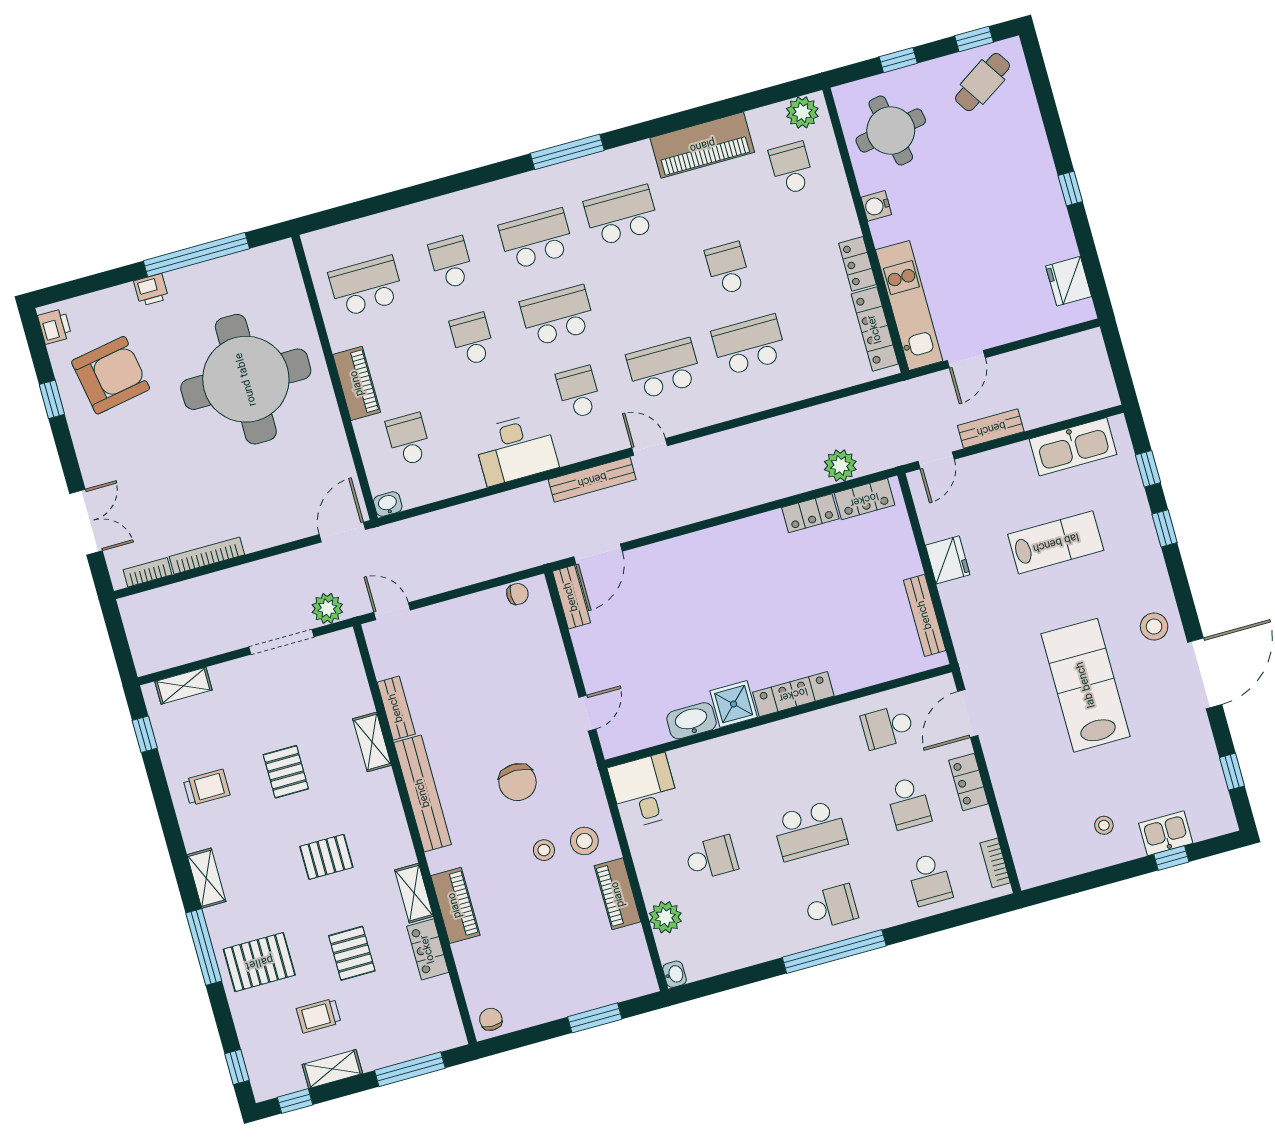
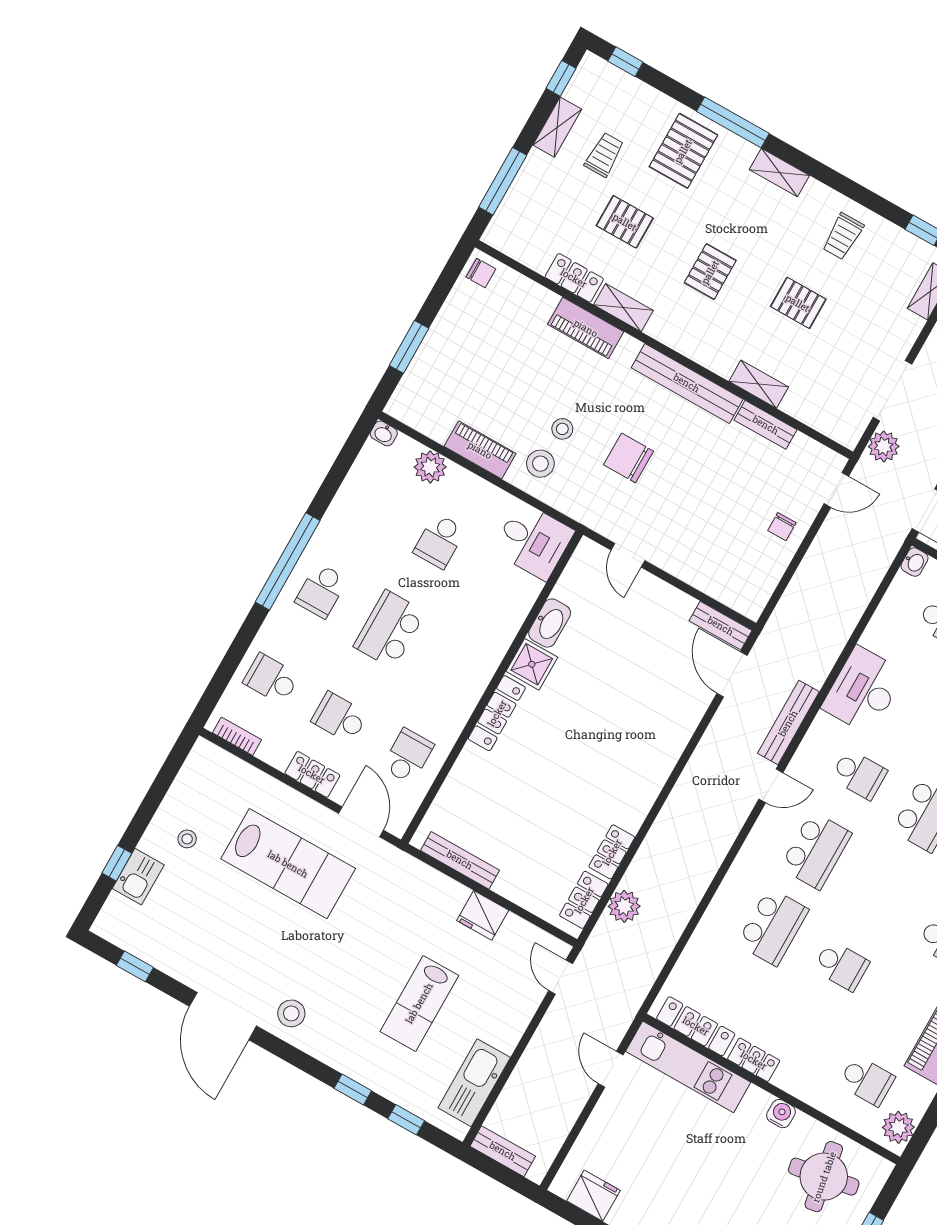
bench: (991, 428) -> (503, 1151), moved, turned 90
chair: (517, 594) -> (782, 527), moved
lab bench: (1086, 685) -> (288, 864), moved

